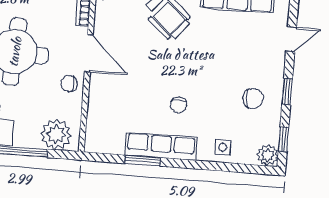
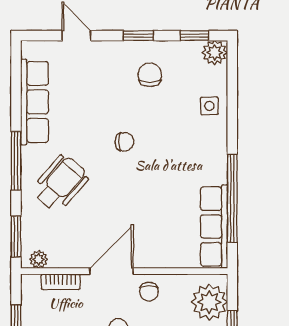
chair: (179, 105) -> (124, 142), moved
row of seats: (161, 146) -> (214, 227), moved
window: (143, 161) -> (232, 198), width x2.11

